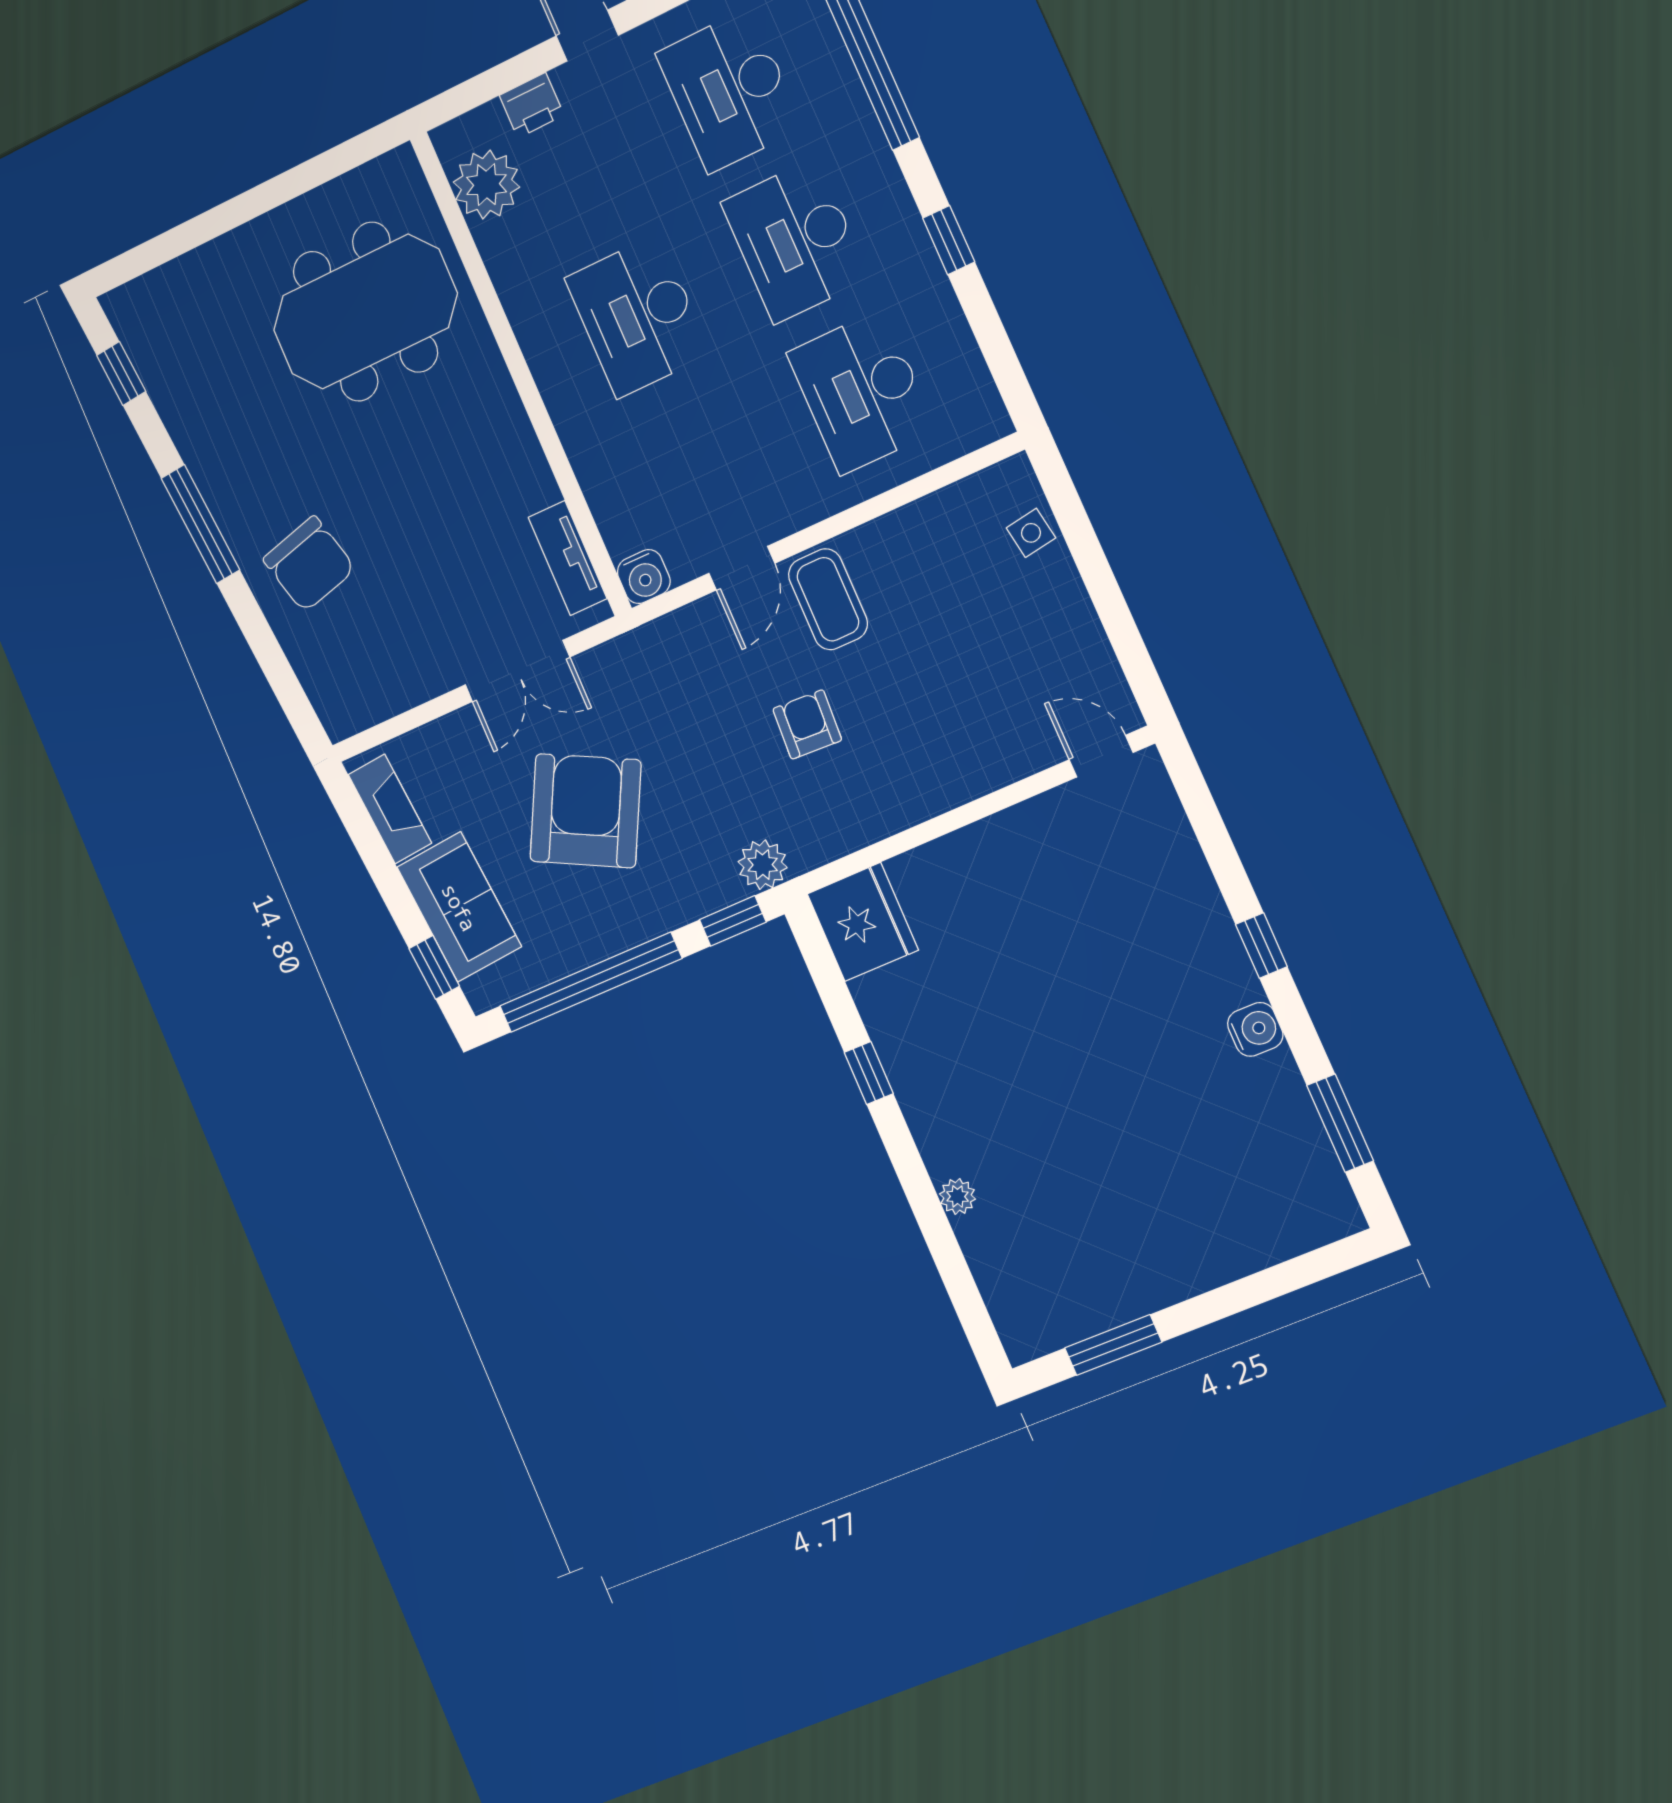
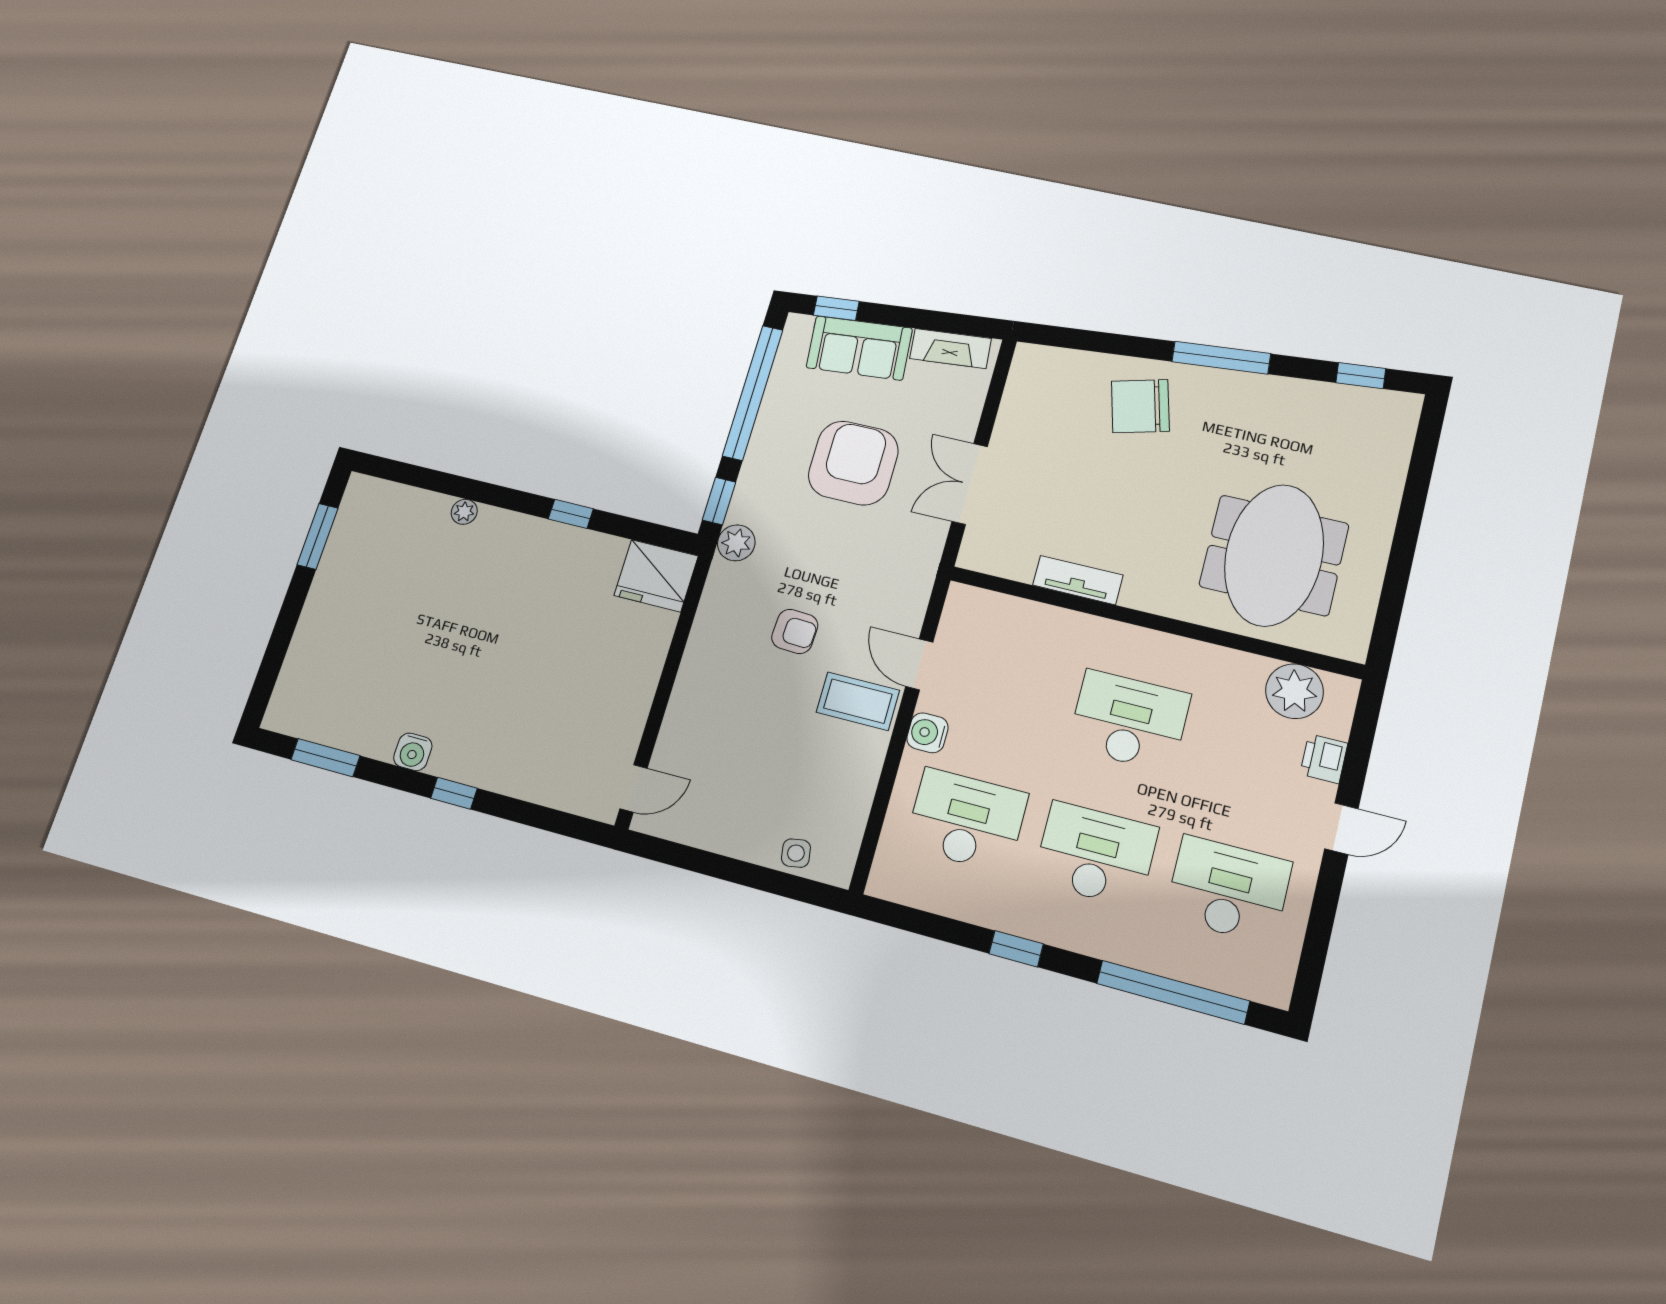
tv unit: (568, 558) -> (1078, 580), moved
water cooler: (644, 577) -> (927, 733), moved
armchair: (585, 811) -> (853, 463), turned -117

